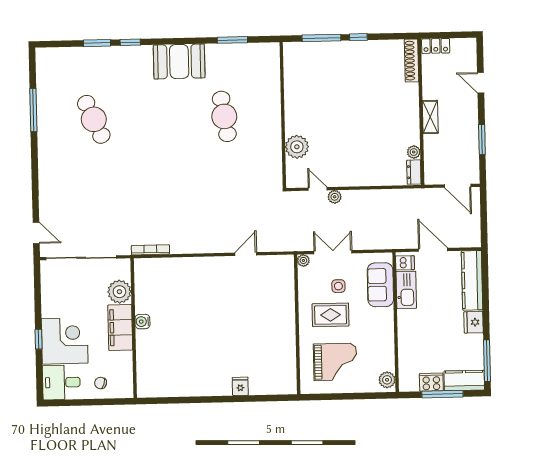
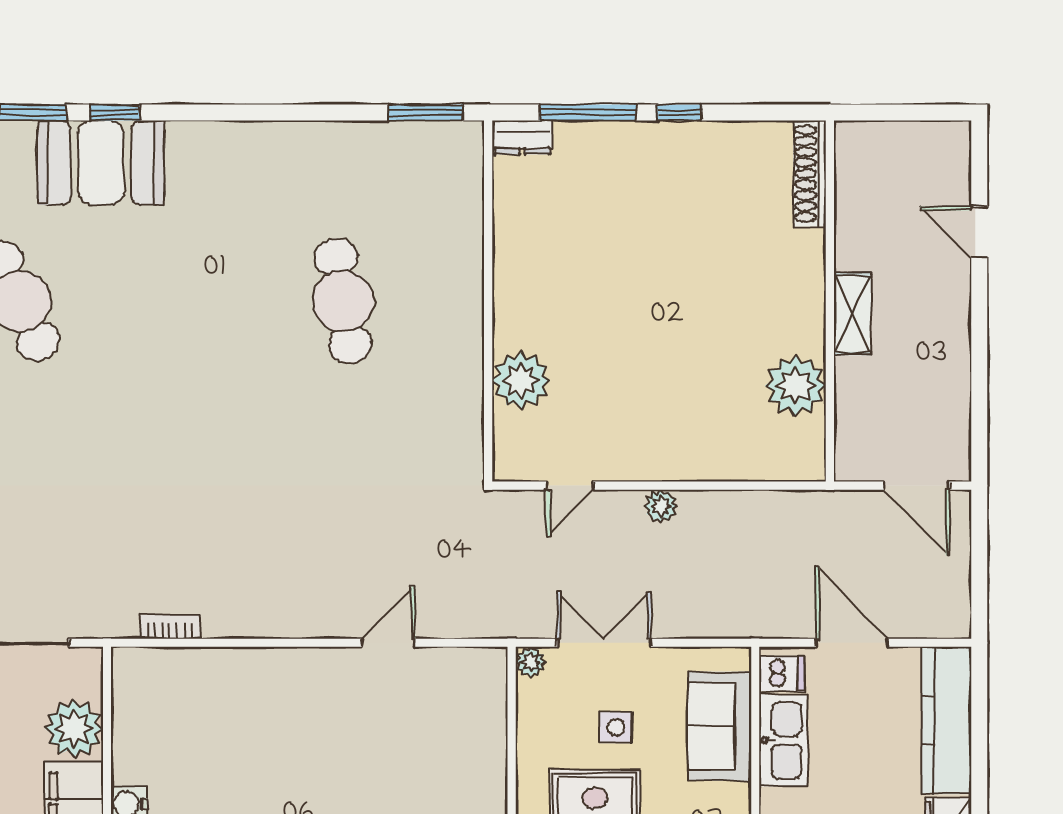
window: (232, 40) -> (425, 112), moved
locker: (436, 46) -> (870, 139), removed
booth: (179, 61) -> (101, 163), moved
window: (482, 139) -> (979, 373), removed
plant: (414, 152) -> (795, 386), width x1.88, depth x1.88
dresser: (414, 172) -> (522, 137), moved, turned -90
door: (318, 189) -> (570, 486), swing flipped
plant: (335, 197) -> (661, 506), moved
bookcase: (150, 250) -> (170, 627), width x0.64

